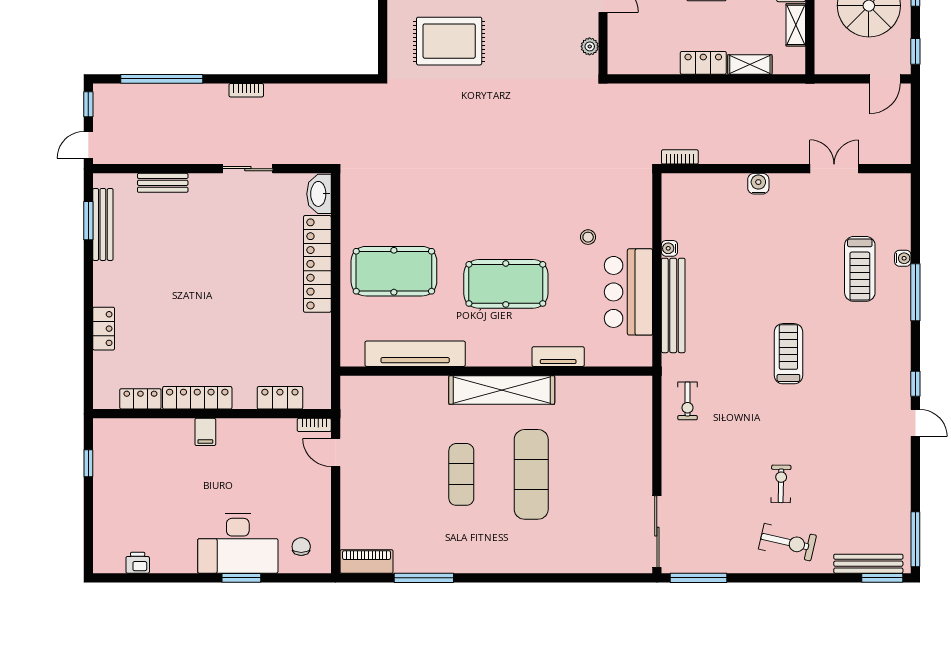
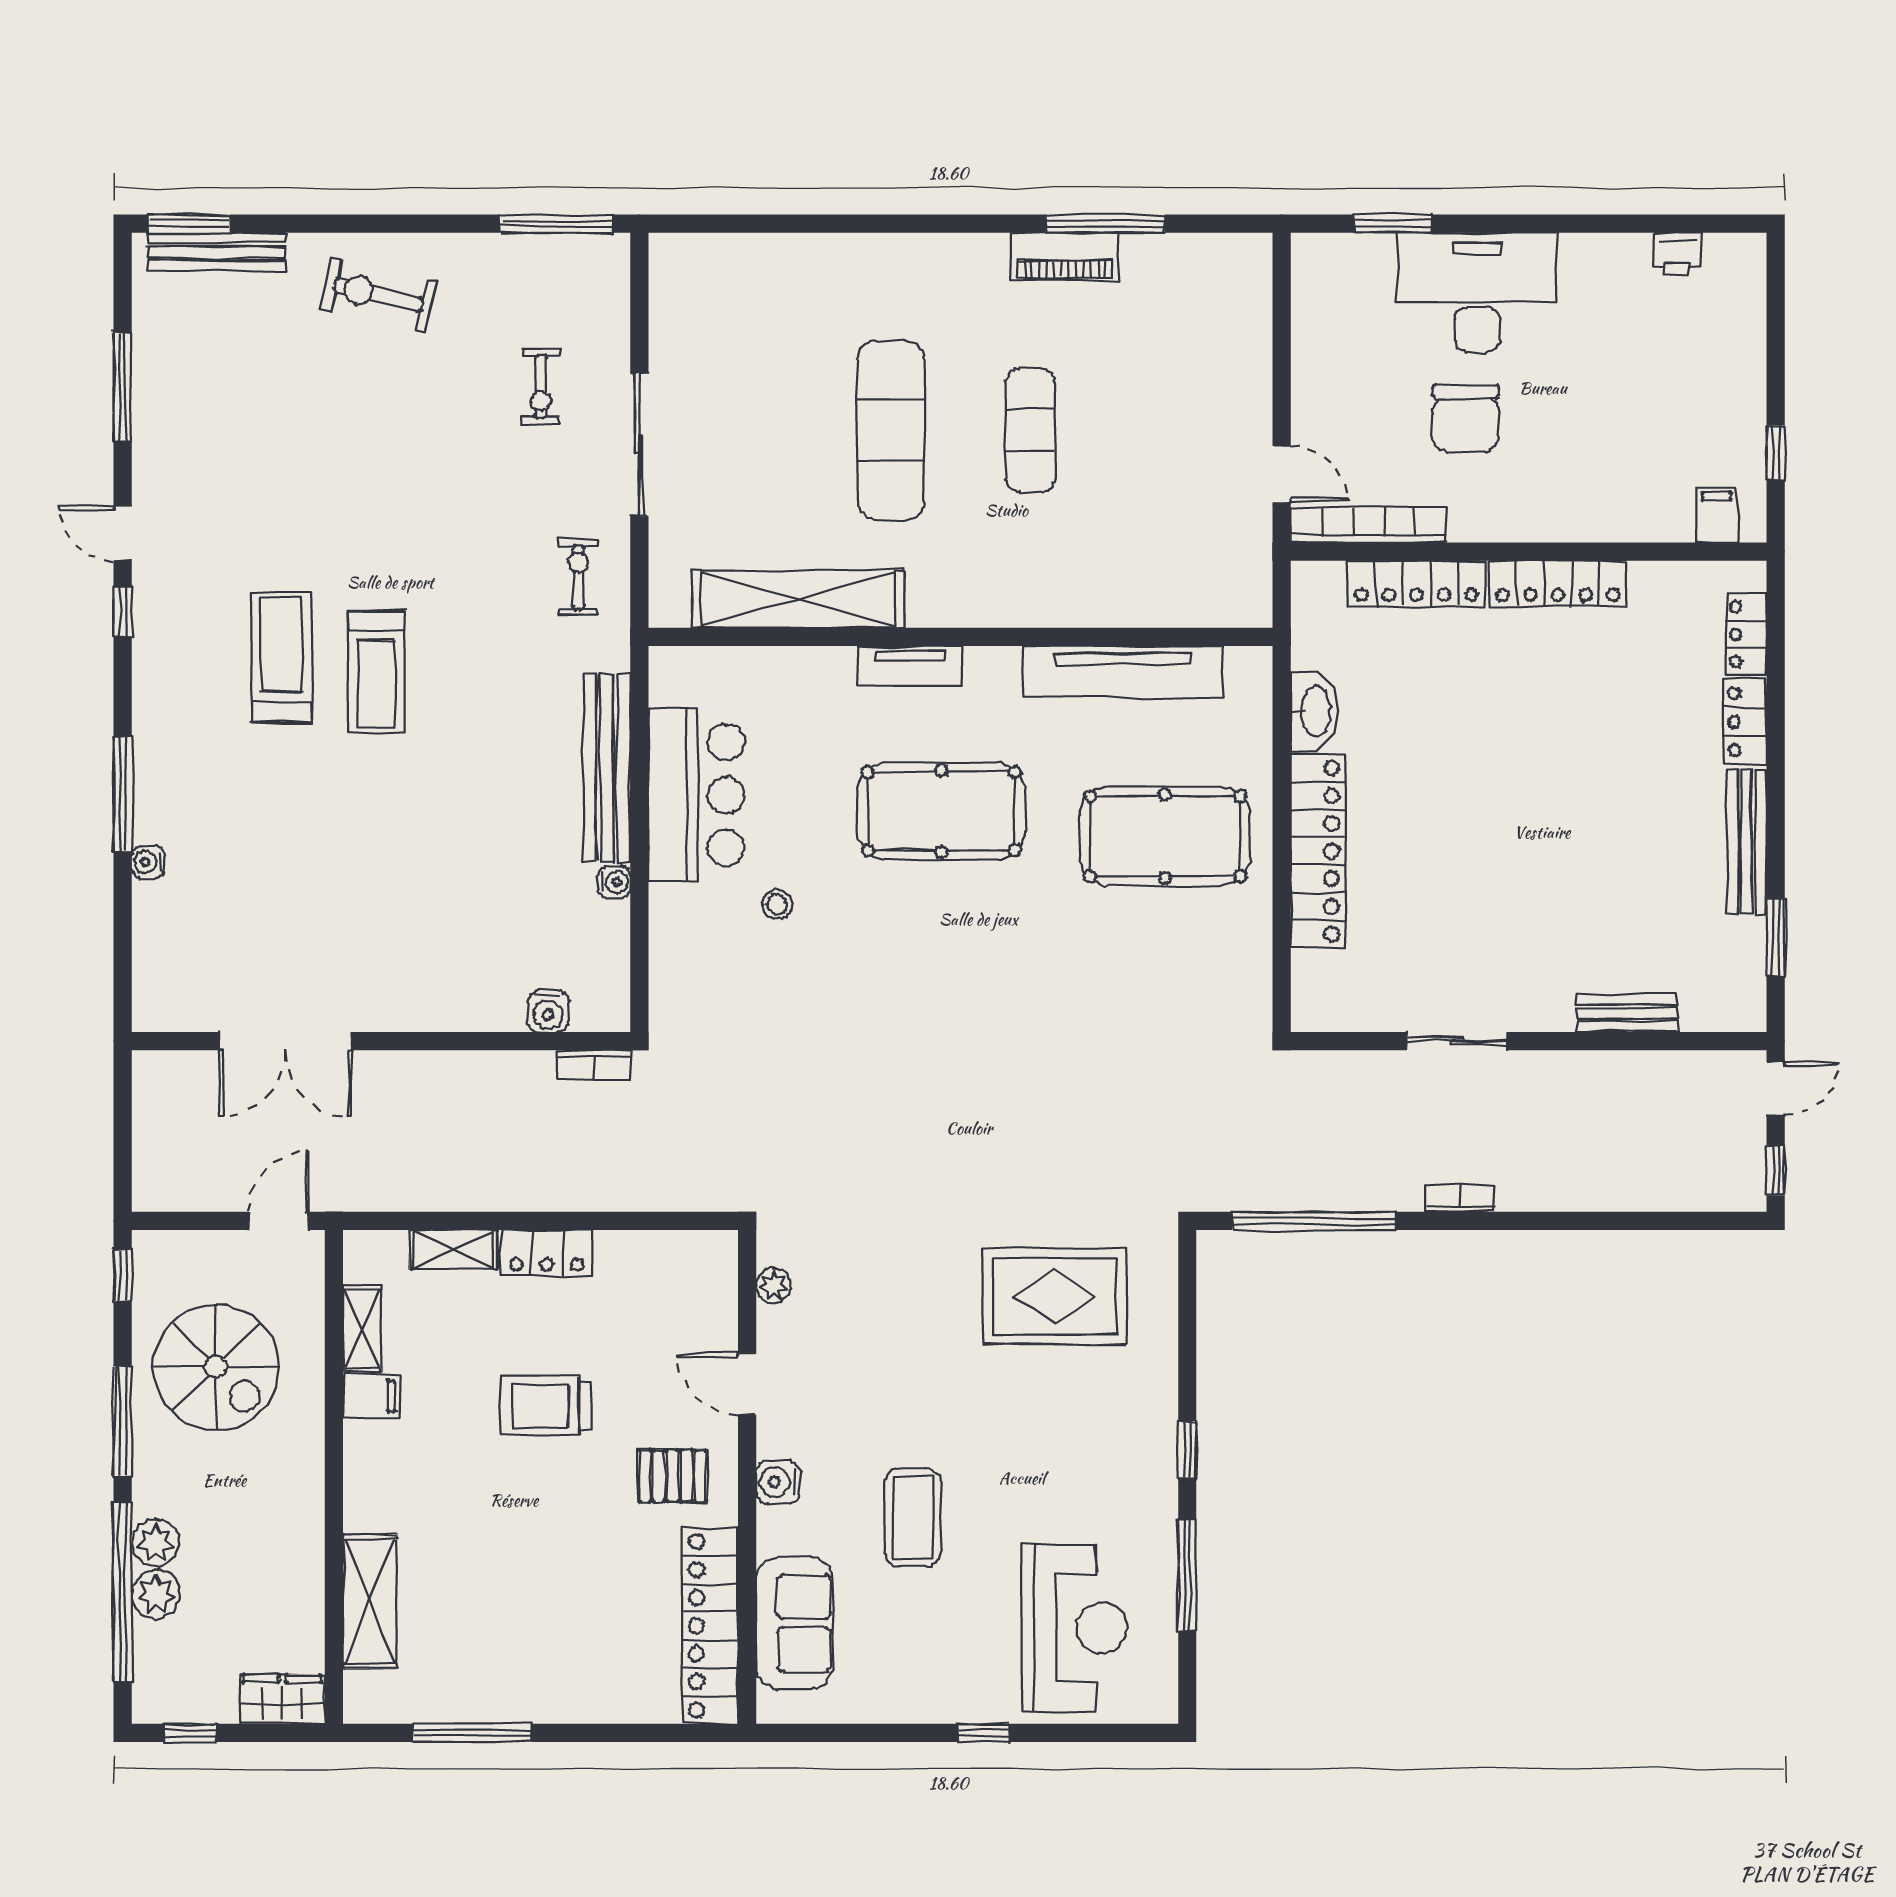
window: (162, 79) -> (1314, 1221), moved
door: (885, 79) -> (279, 1221), moved
double door: (834, 169) -> (285, 1041), width x1.37
water cooler: (758, 184) -> (548, 1011), moved
washbasin: (319, 194) -> (1315, 711), moved
bench: (103, 224) -> (1747, 842), moved
treadmill: (860, 269) -> (281, 658), moved
tv unit: (558, 357) -> (910, 666), moved
shelving: (502, 390) -> (798, 599), moved
locker: (280, 398) -> (1416, 583), width x1.53
locker: (140, 399) -> (1746, 634), moved, turned 90
bookcase: (314, 425) -> (1368, 525), width x2.31, depth x1.31
filing cabinet: (205, 432) -> (1716, 515), moved
exercise bike: (781, 484) -> (541, 387), moved
sliding door: (657, 532) -> (639, 445), moved
window: (915, 539) -> (123, 387), moved
chair: (301, 547) -> (1466, 418), moved, width x1.87, depth x1.87
piano: (367, 561) -> (1065, 256), moved
window: (241, 578) -> (1393, 224), moved

